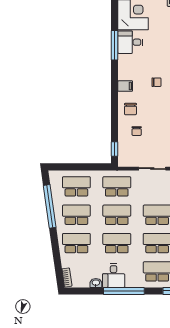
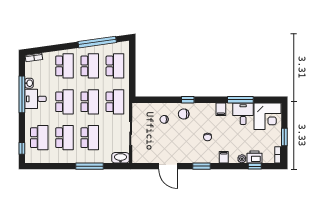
filing cabinet: (125, 86) -> (221, 109), moved
window: (115, 149) -> (188, 100), moved
window: (124, 291) -> (22, 94), moved

